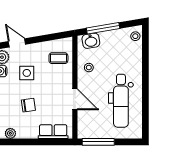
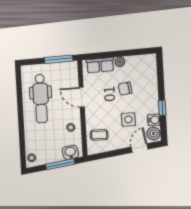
door: (17, 43) -> (140, 148), swing flipped
dental chair: (121, 101) -> (41, 99), turned 180
plant: (10, 133) -> (120, 62), moved

